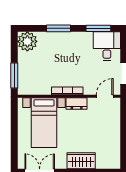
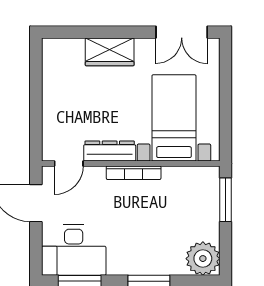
desk: (107, 46) -> (74, 250), width x1.37
dresser: (77, 103) -> (110, 151), width x1.44

